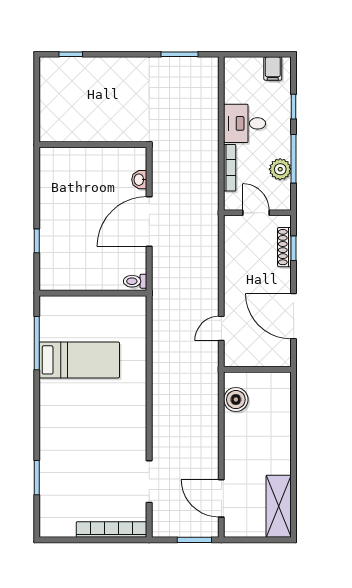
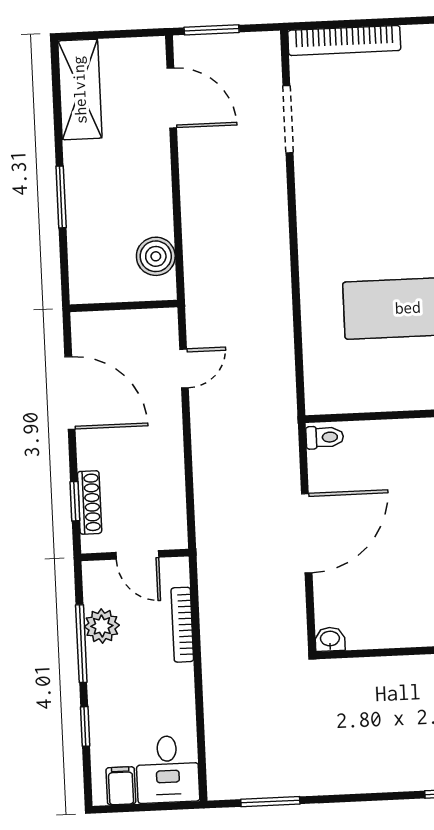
desk: (245, 123) -> (168, 769), moved, turned 90
washbasin: (139, 180) -> (330, 639), moved, turned -90
window: (294, 439) -> (61, 197), added

